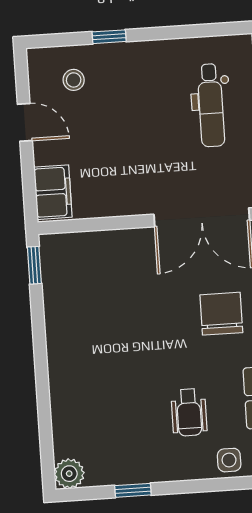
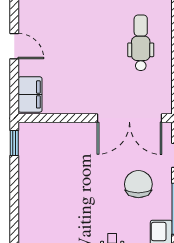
stool: (74, 80) -> (49, 20), removed
dental chair: (211, 105) -> (141, 43), turned 180

